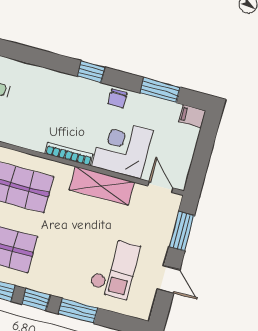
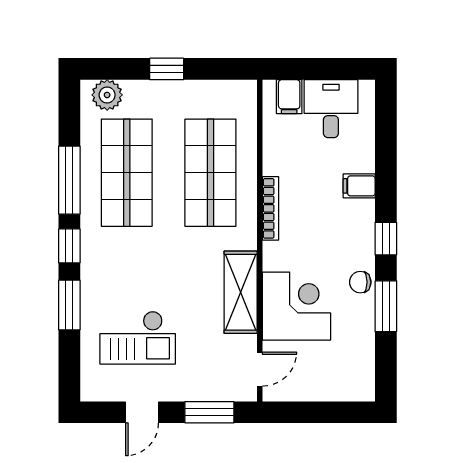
window: (160, 90) -> (386, 306), moved
filing cabinet: (192, 116) -> (359, 186), moved, turned -90
bookcase: (69, 154) -> (271, 208), moved

